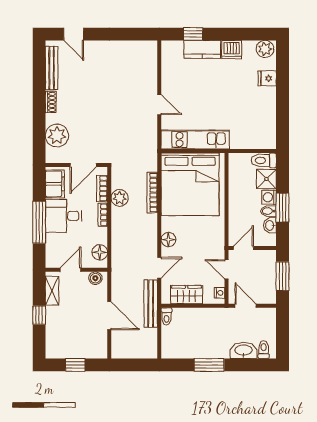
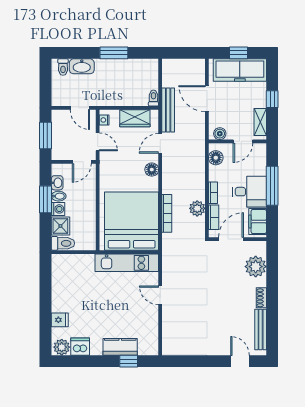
dishwasher: (232, 50) -> (80, 347), moved
freezer: (74, 346) -> (240, 70), added

